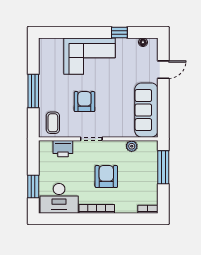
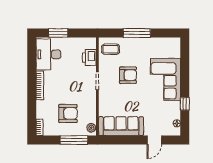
door: (163, 70) -> (154, 140), hinge flipped
plant: (132, 146) -> (91, 128), moved
armchair: (106, 177) -> (68, 113), moved

